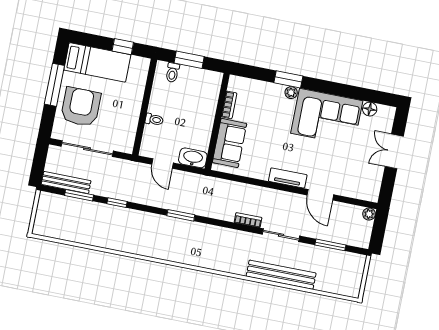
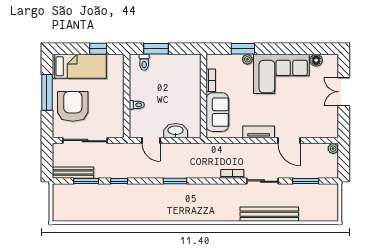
bookcase: (229, 105) -> (211, 80), moved
wall: (217, 121) -> (203, 96), moved
sofa: (230, 143) -> (217, 112), moved

